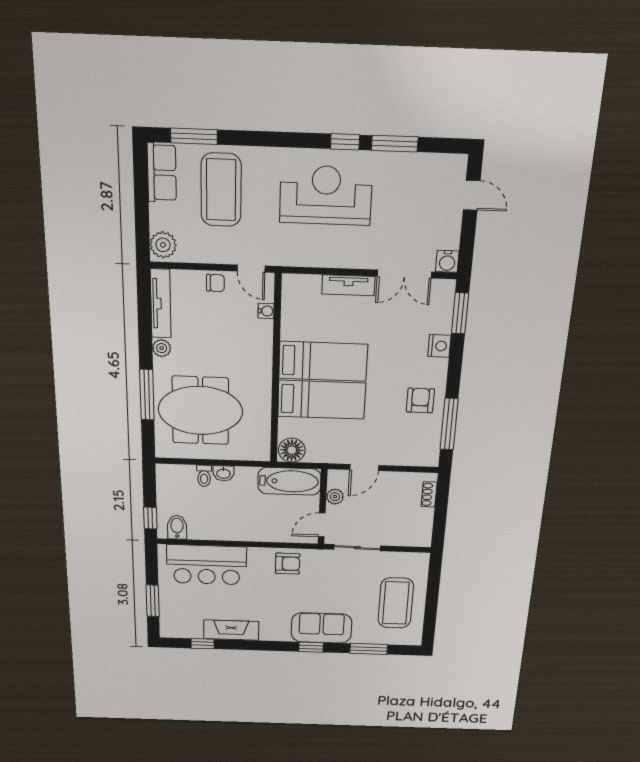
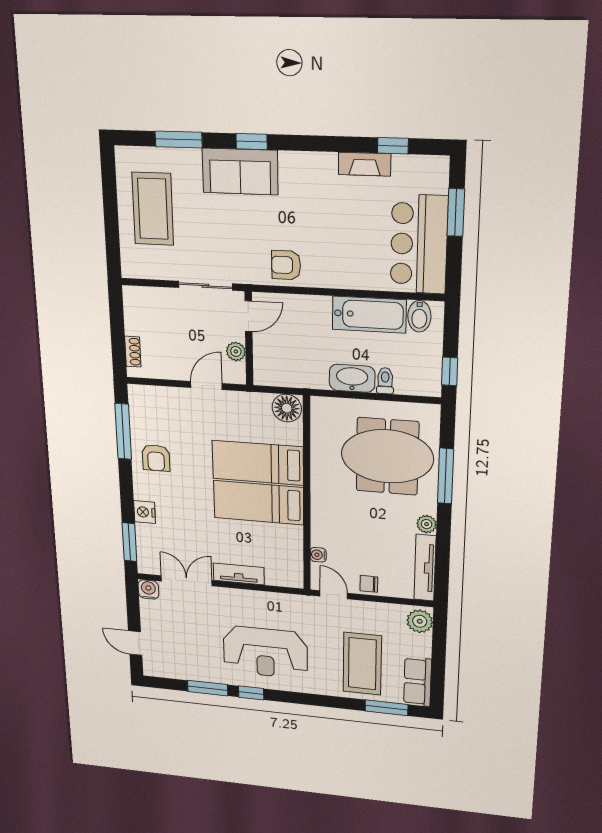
washbasin: (223, 473) -> (352, 378), width x1.91, depth x1.45
bathtub: (289, 481) -> (369, 315), moved, turned 180
window: (150, 518) -> (450, 371), moved
bar counter: (207, 565) -> (419, 244), moved, turned -90
fireplace: (231, 630) -> (365, 164), width x0.73, depth x0.76

